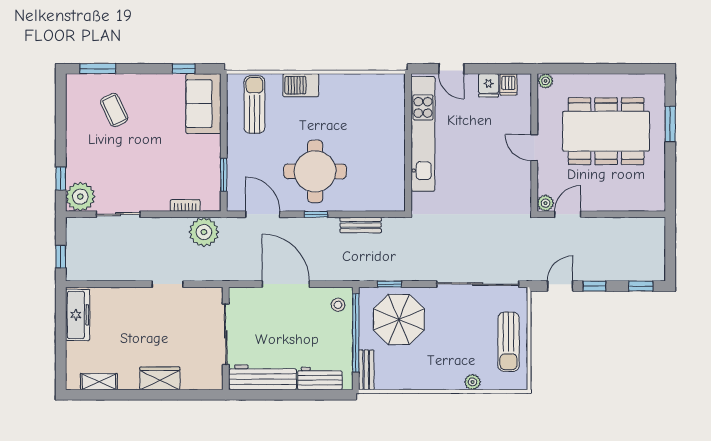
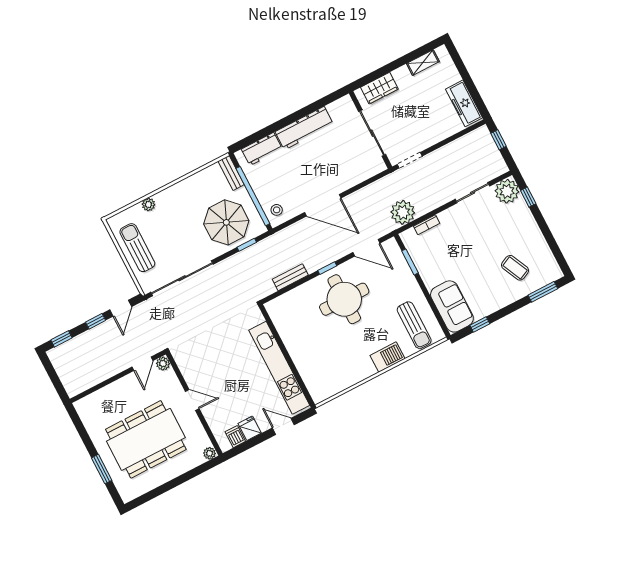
sliding door: (226, 334) -> (372, 133), moved
wall: (226, 338) -> (370, 130), moved

